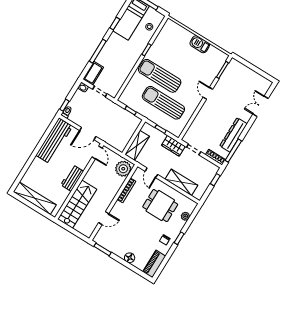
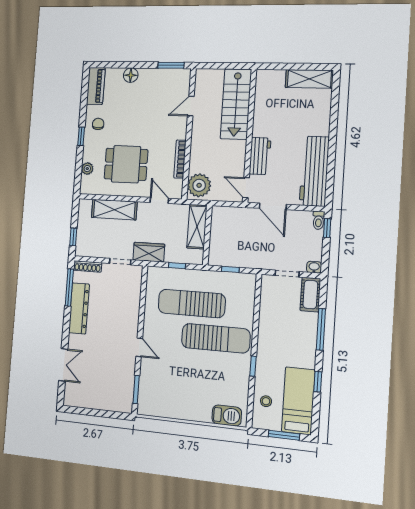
barbecue: (200, 44) -> (227, 416), moved
sun lounger: (163, 103) -> (192, 303), turned 180
door: (88, 134) -> (273, 206), swing flipped
workbench: (72, 178) -> (260, 156), moved
shelving: (35, 198) -> (309, 79), width x0.68

